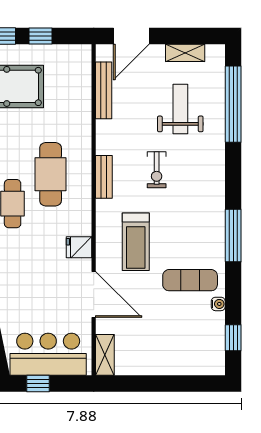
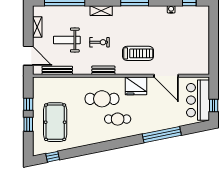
weight bench: (180, 109) -> (67, 40), moved
fridge: (79, 247) -> (136, 86), width x1.88, depth x1.34
exercise mat: (190, 280) -> (158, 24), removed
door: (94, 294) -> (166, 76), swing flipped
shelving: (105, 355) -> (101, 11), moved

